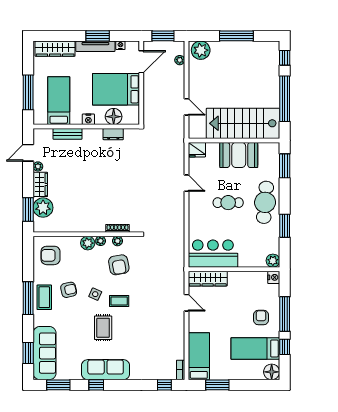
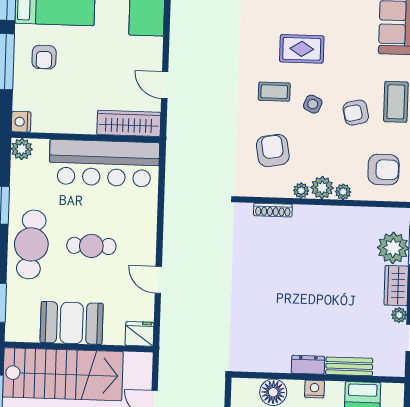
dresser: (113, 134) -> (308, 365), moved
plant: (117, 241) -> (343, 192), moved
bar counter: (213, 254) -> (104, 163), width x1.36
rug: (103, 328) -> (302, 49), turned 90

